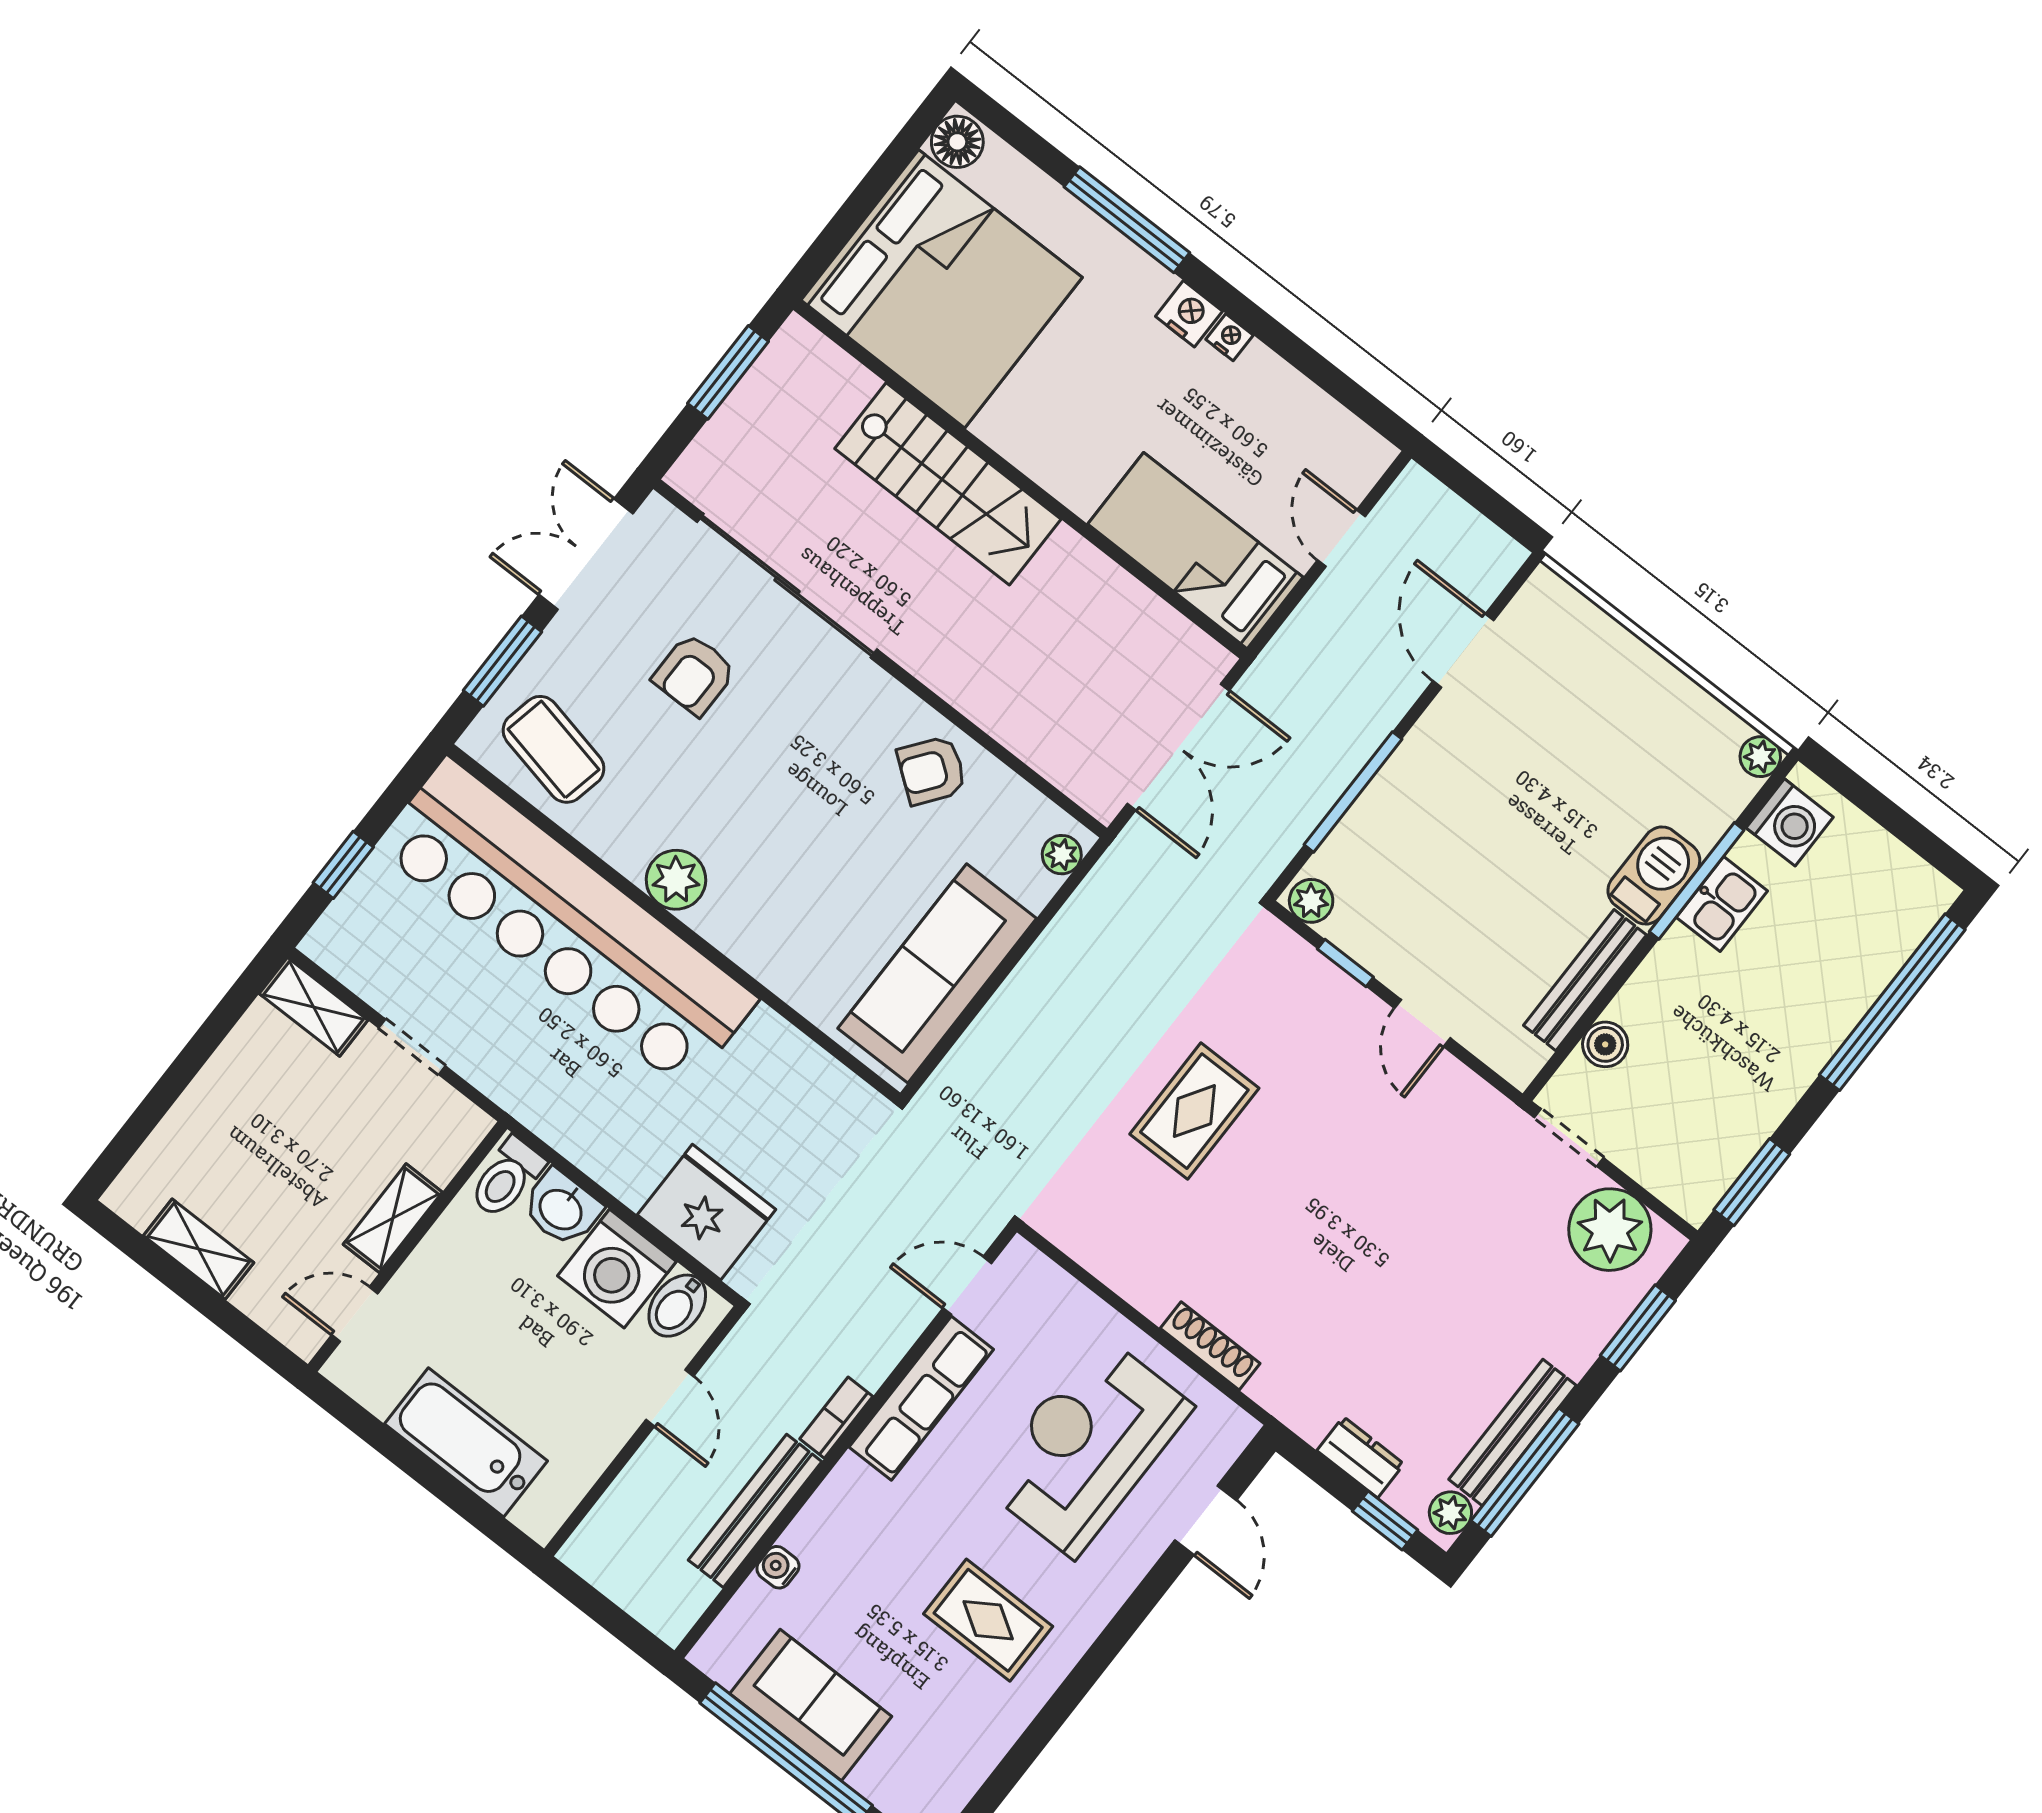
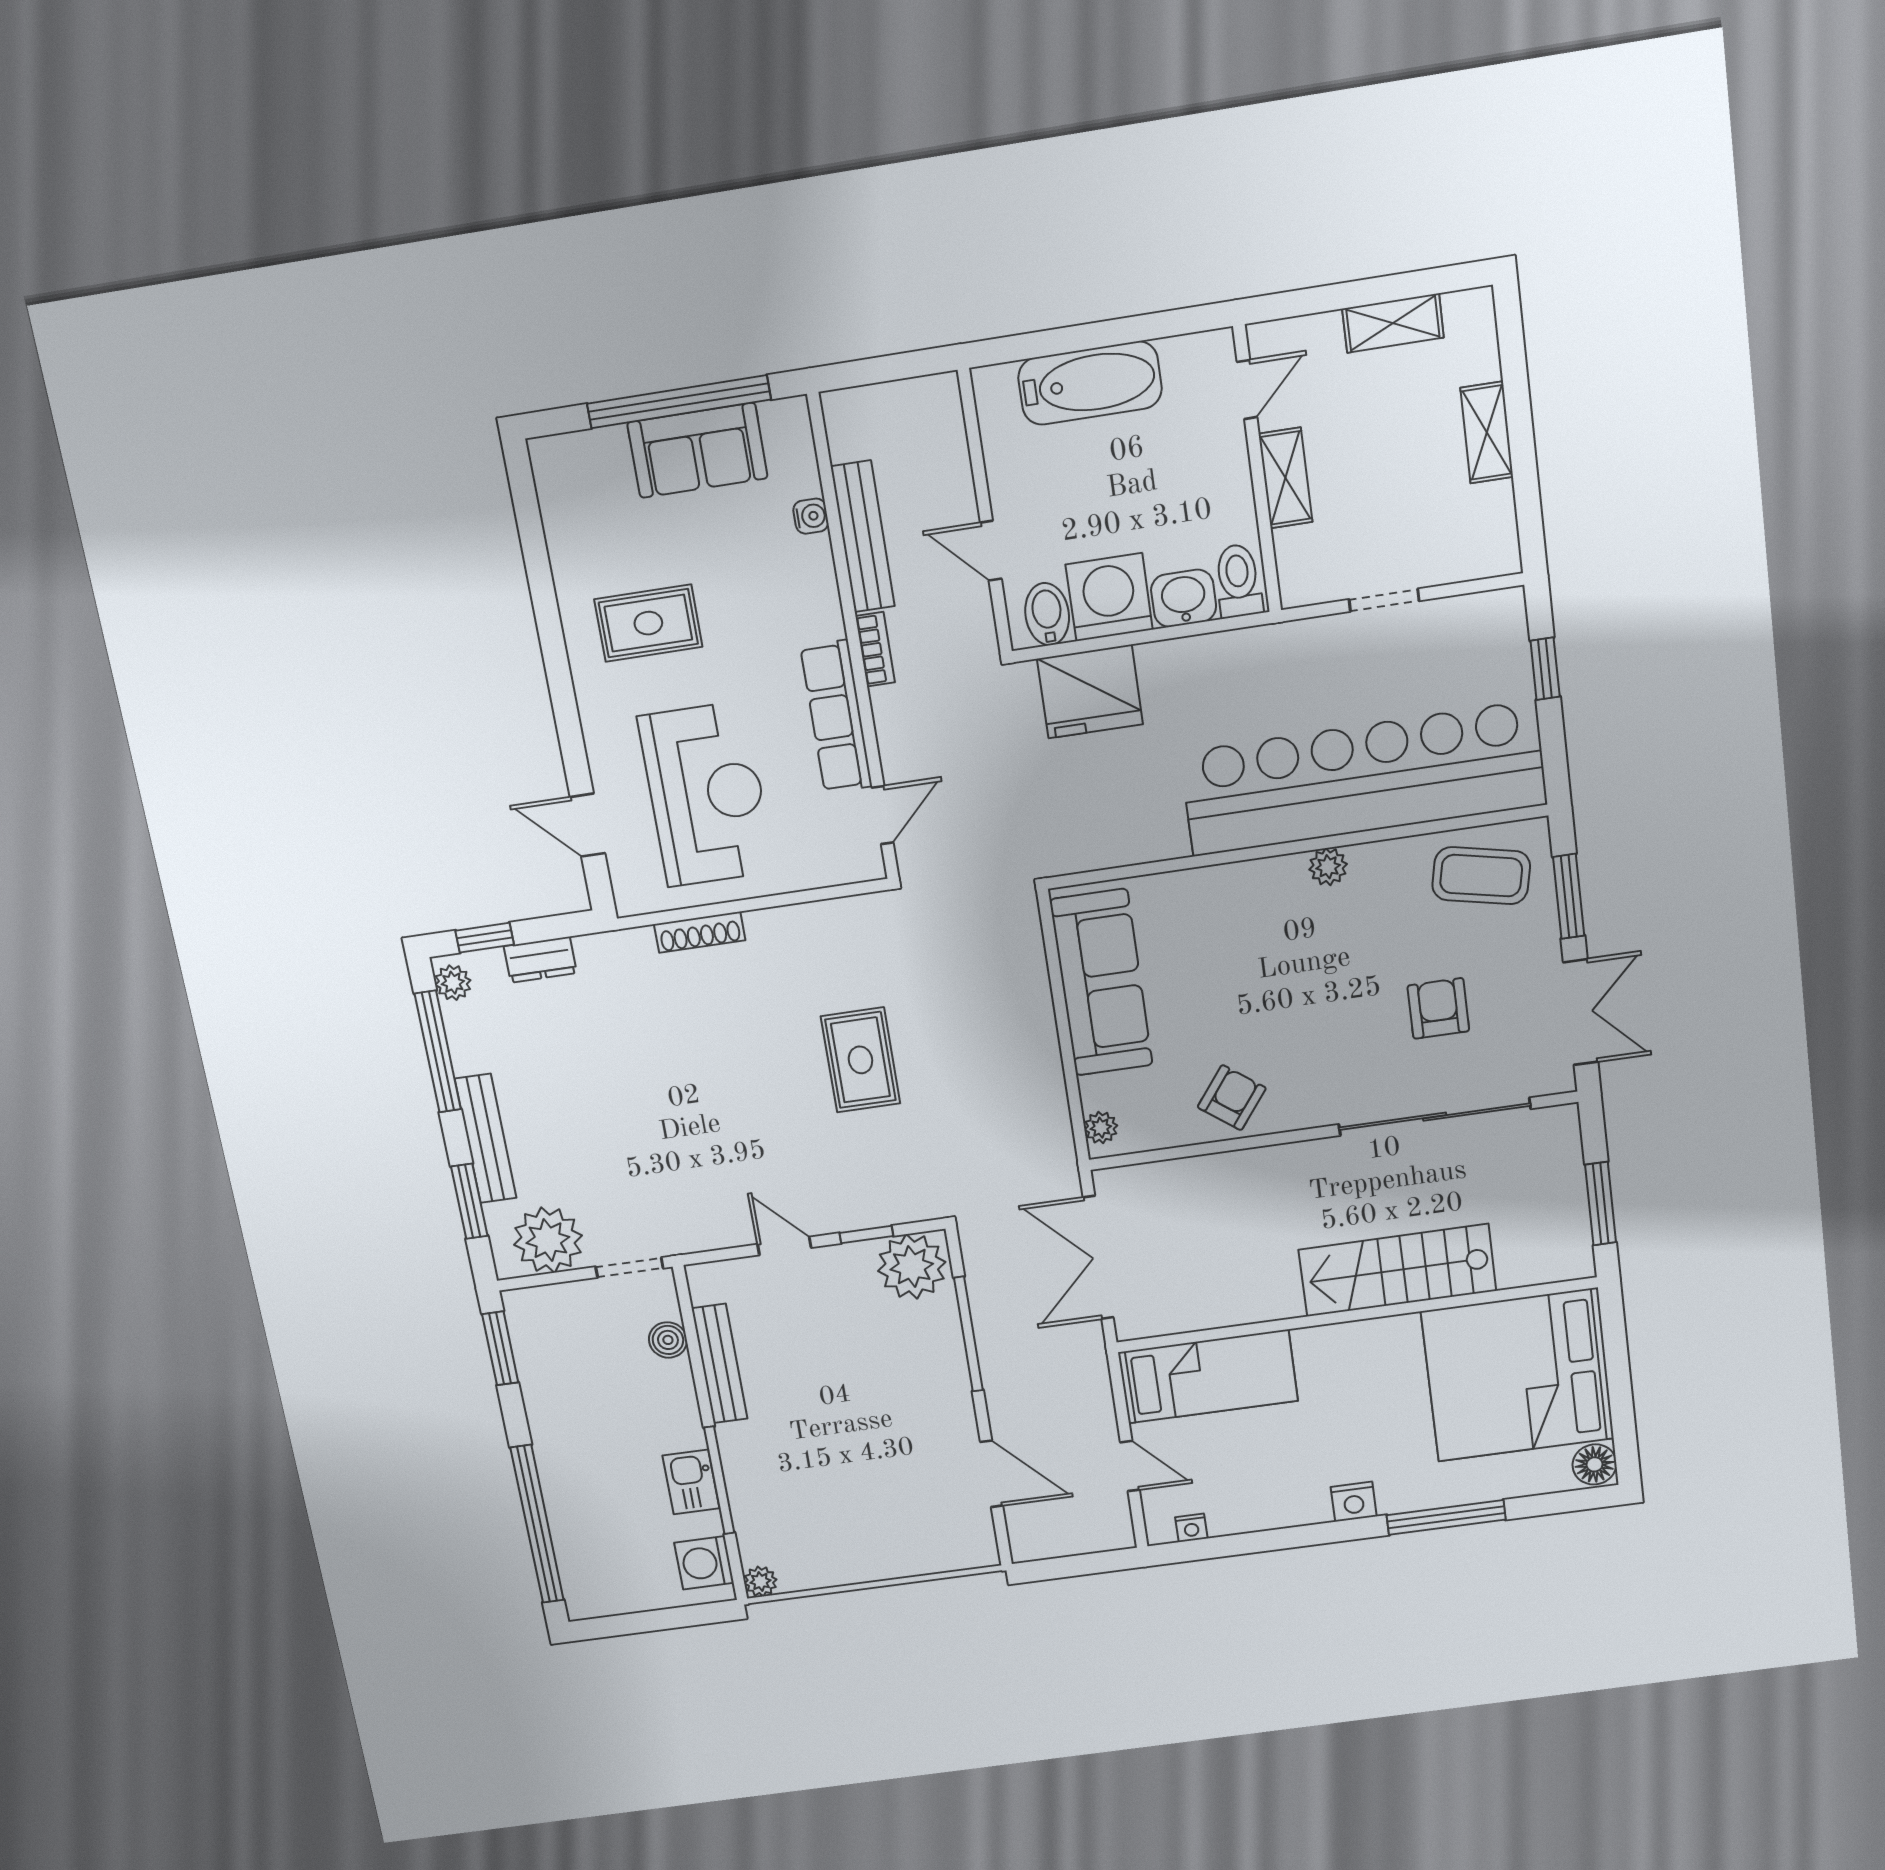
nightstand: (1229, 337) -> (1191, 1528), moved
barbecue: (1654, 875) -> (746, 1459), removed
plant: (676, 880) -> (1328, 867), width x0.73, depth x0.73
plant: (1311, 901) -> (912, 1267), width x1.87, depth x1.87
shelving: (314, 1007) -> (1487, 432), moved, turned 90
bench: (1513, 1432) -> (486, 1138), moved

